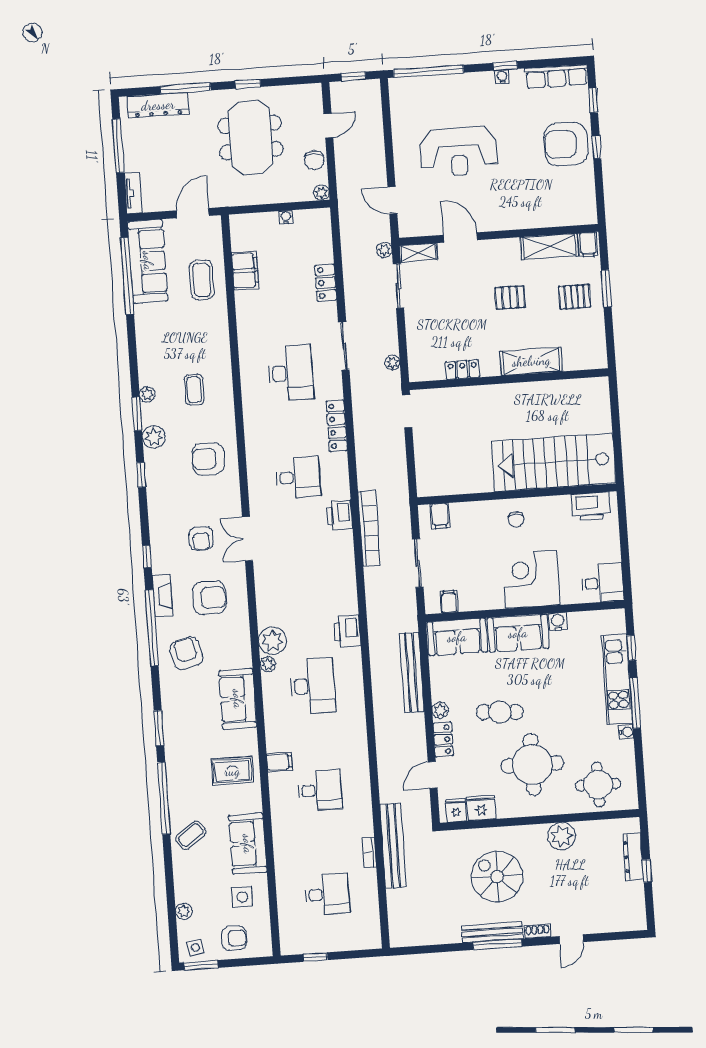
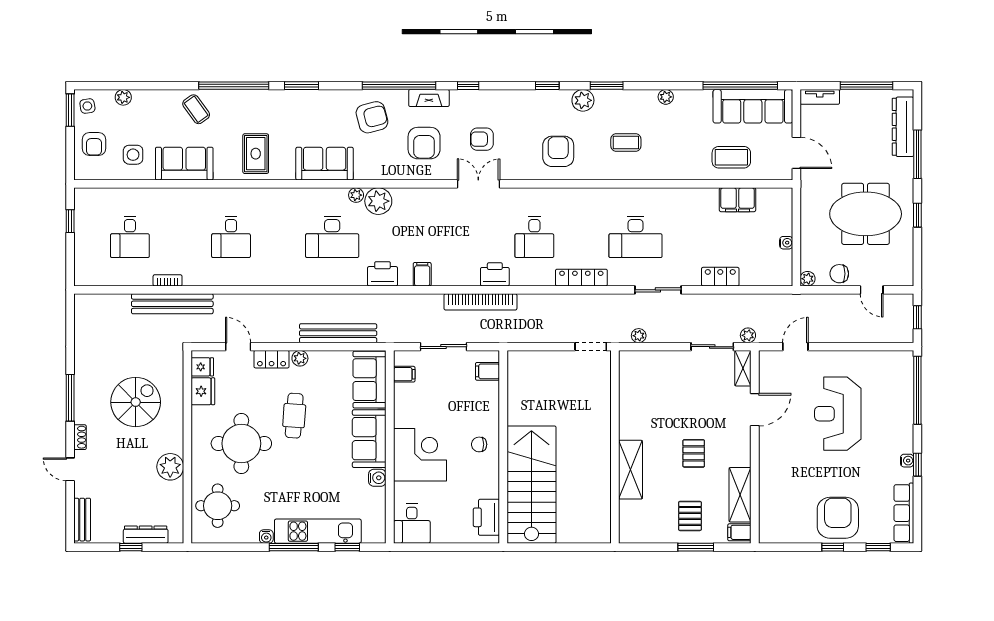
locker: (462, 370) -> (627, 403), removed
plant: (147, 394) -> (666, 97), moved
filing cabinet: (279, 762) -> (422, 274), moved, turned 180
bench: (492, 932) -> (82, 520), moved, width x0.73

